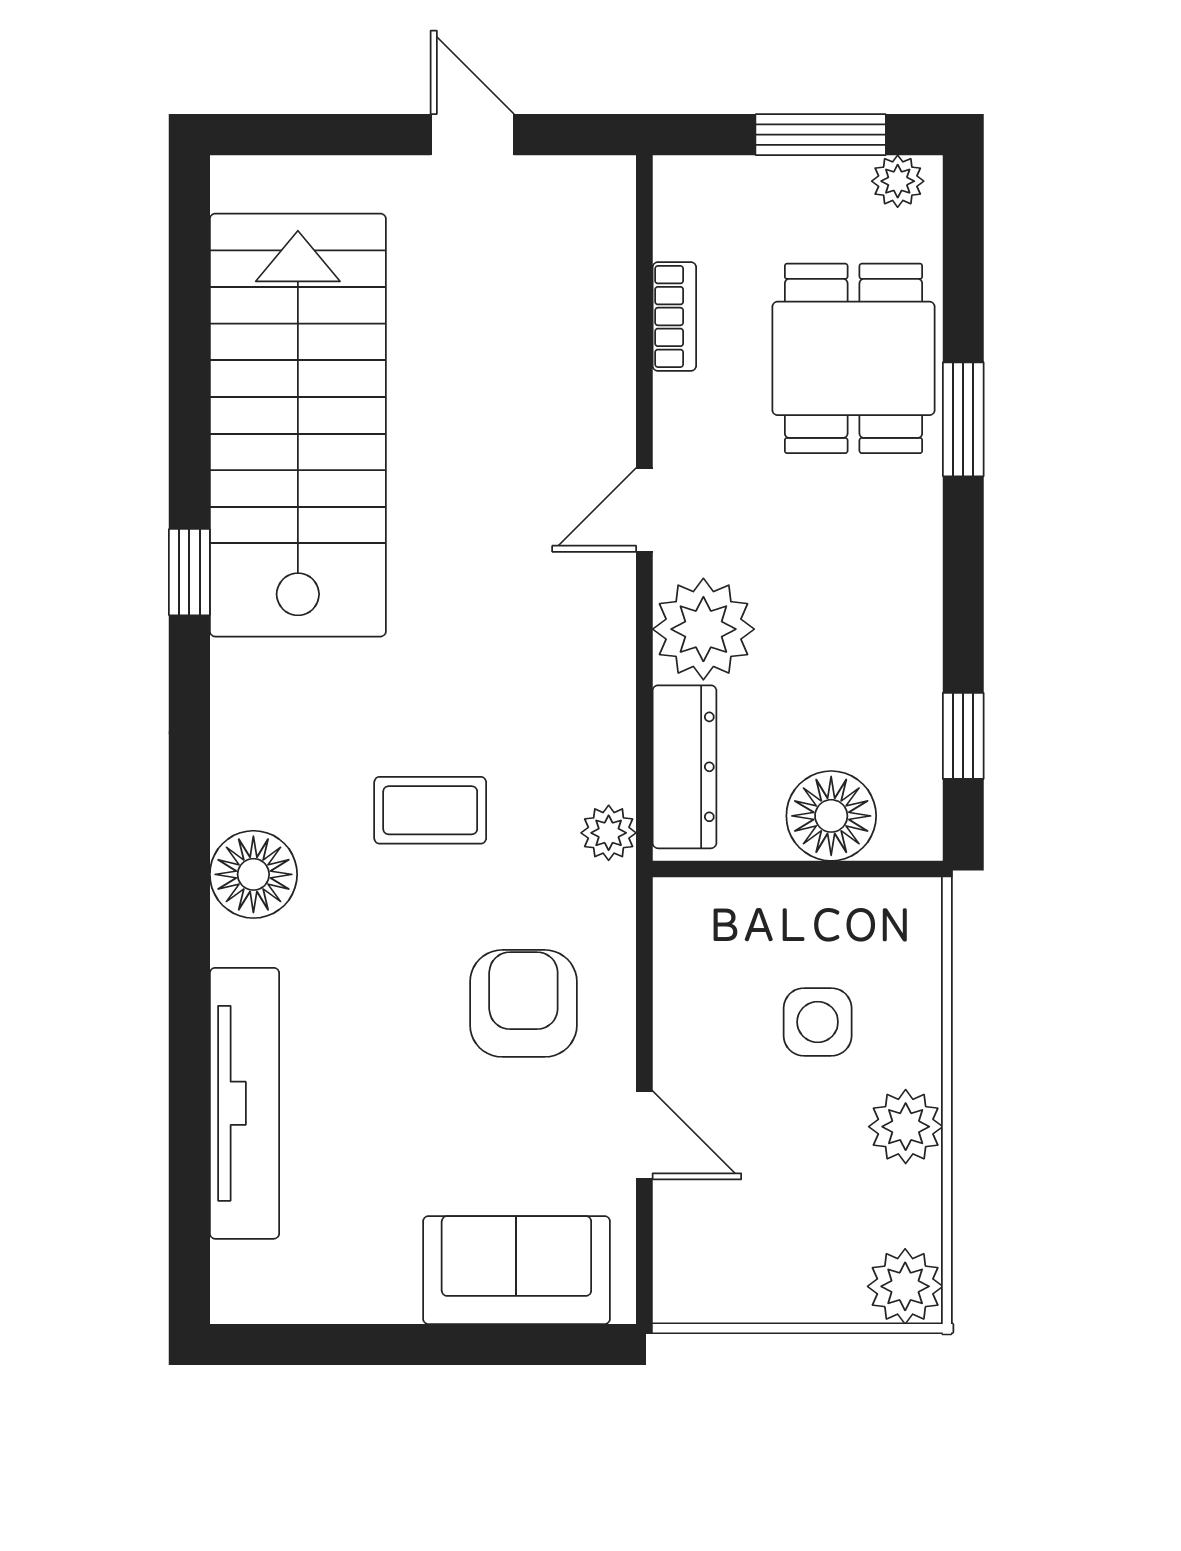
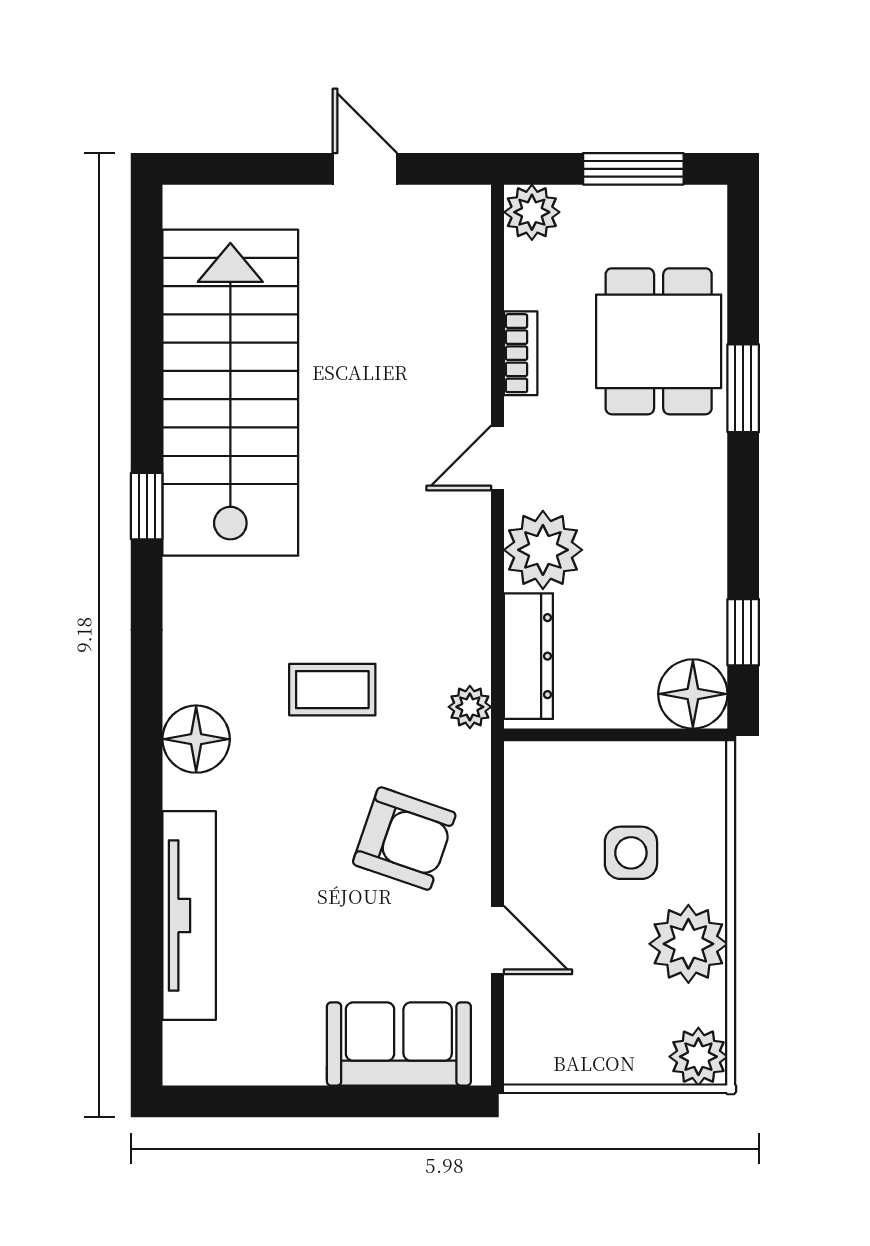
plant: (898, 181) -> (532, 212), moved, width x1.38, depth x1.38
bookcase: (674, 316) -> (521, 353), moved
floor lamp: (831, 816) -> (693, 694), moved
armchair: (523, 1003) -> (404, 839), turned 109
plant: (906, 1127) -> (688, 944), width x1.36, depth x1.36

